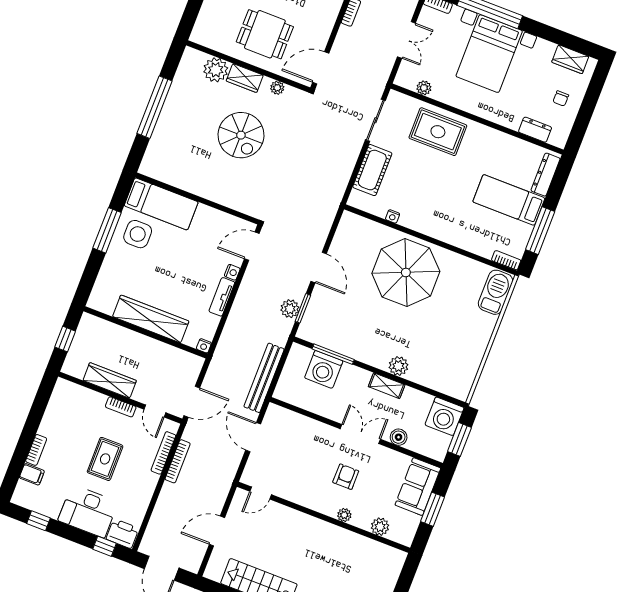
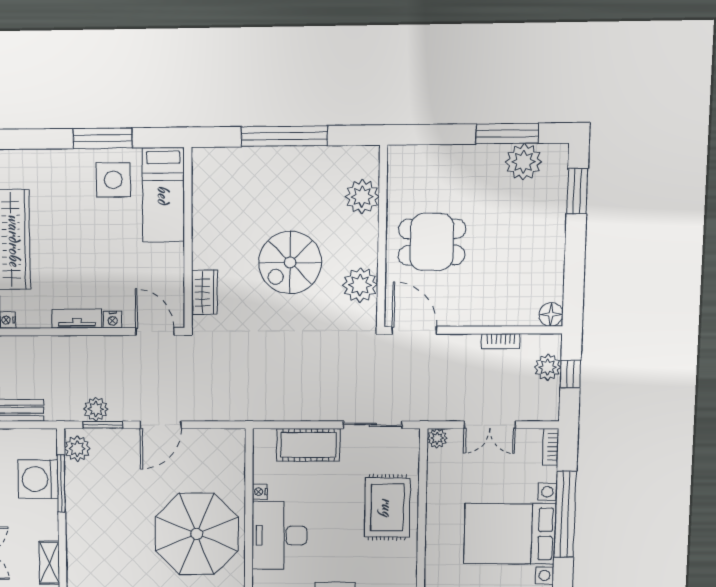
dining table: (265, 34) -> (432, 242), turned 90
wardrobe: (245, 78) -> (204, 292), moved, turned 180
plant: (277, 88) -> (360, 285), width x1.87, depth x1.87
plant: (424, 88) -> (437, 438), moved
desk: (429, 214) -> (279, 535), added
plant: (398, 366) -> (77, 449), moved

